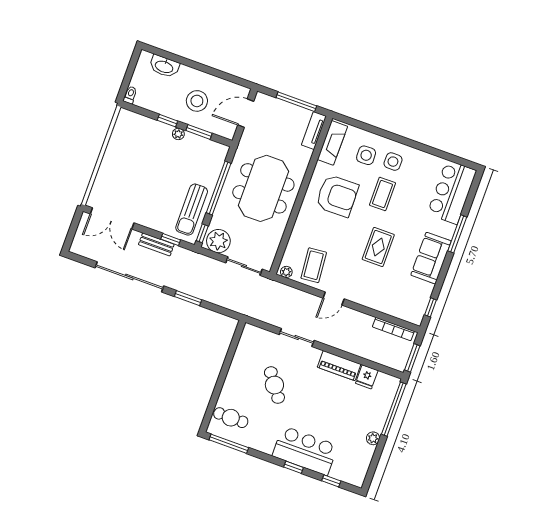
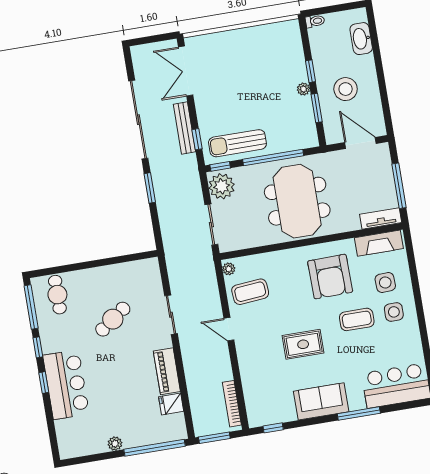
meeting table: (263, 188) -> (297, 201), turned 90
bench: (156, 244) -> (185, 128), width x1.36
window: (331, 481) -> (38, 347), moved

